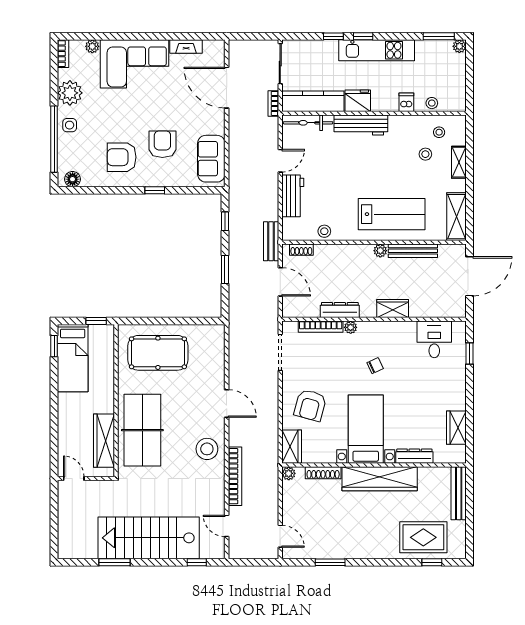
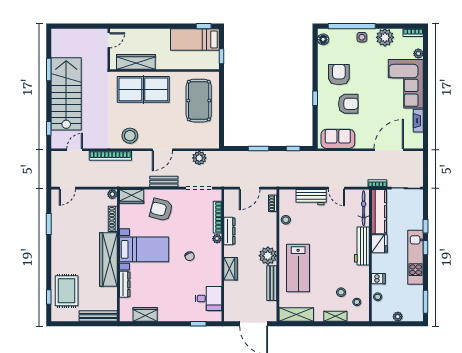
plant: (459, 46) -> (398, 317), moved
bench: (271, 241) -> (164, 182), moved
plant: (380, 251) -> (268, 256), width x1.88, depth x1.88
plant: (238, 352) -> (199, 158), added

